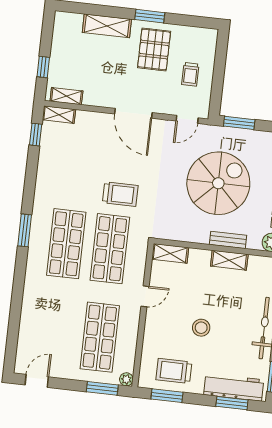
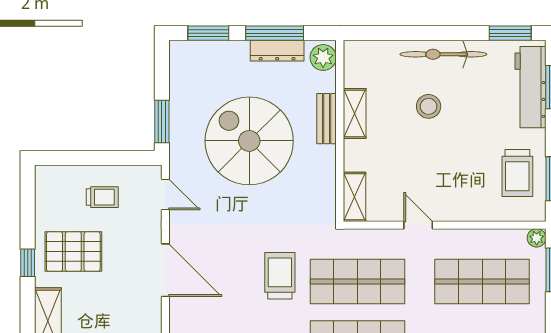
window: (150, 16) -> (28, 263), width x0.67
door: (133, 113) -> (165, 270), hinge flipped
stool: (201, 328) -> (429, 106), moved

